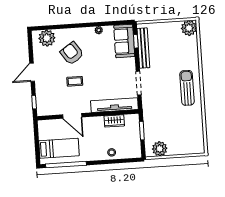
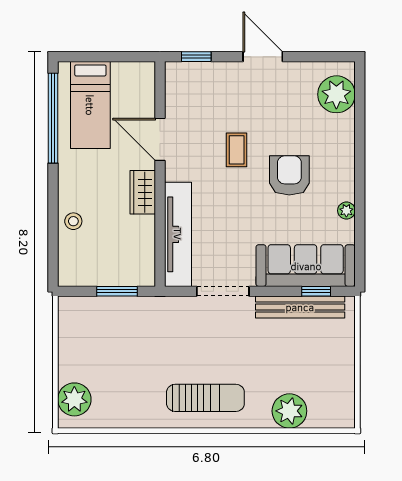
plant: (189, 28) -> (289, 411), moved
sofa: (124, 41) -> (306, 266), width x1.36
armchair: (72, 53) -> (289, 175), moved, turned -56
door: (72, 116) -> (160, 139), hinge flipped
wardrobe: (114, 121) -> (143, 192), moved
plant: (160, 149) -> (74, 399), moved

